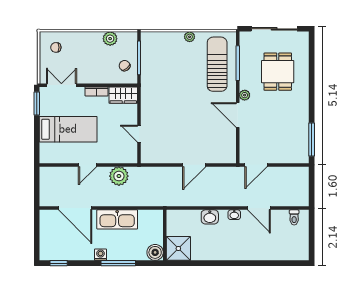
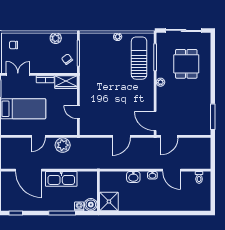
door: (238, 115) -> (155, 121), moved
washing machine: (100, 255) -> (79, 206), moved

